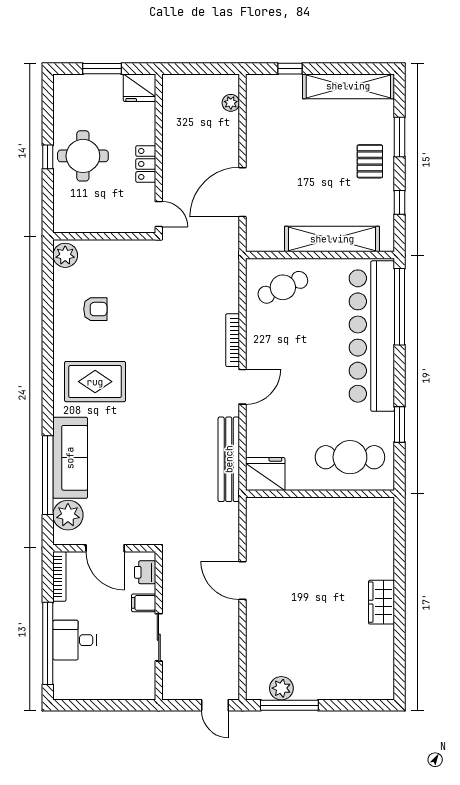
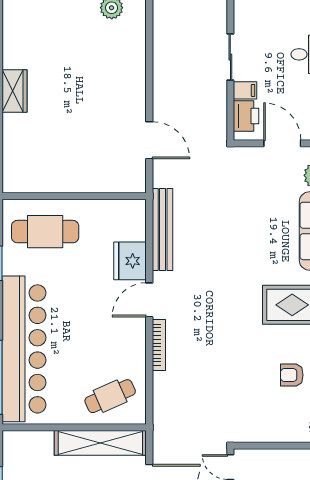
shelving: (332, 239) -> (100, 443), moved
fridge: (265, 474) -> (130, 261), moved, turned 90
printer: (145, 572) -> (246, 116), width x1.36, depth x1.24
door: (242, 580) -> (149, 140), moved

